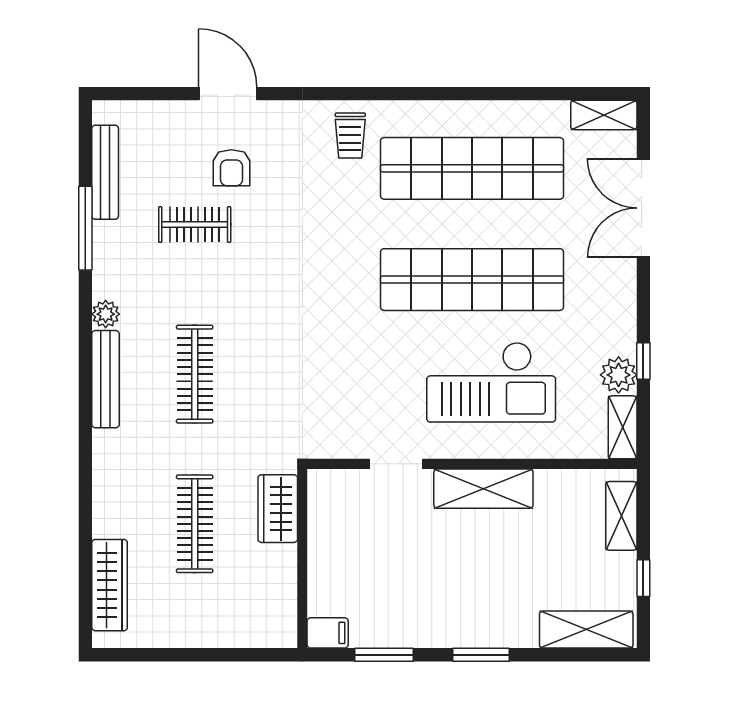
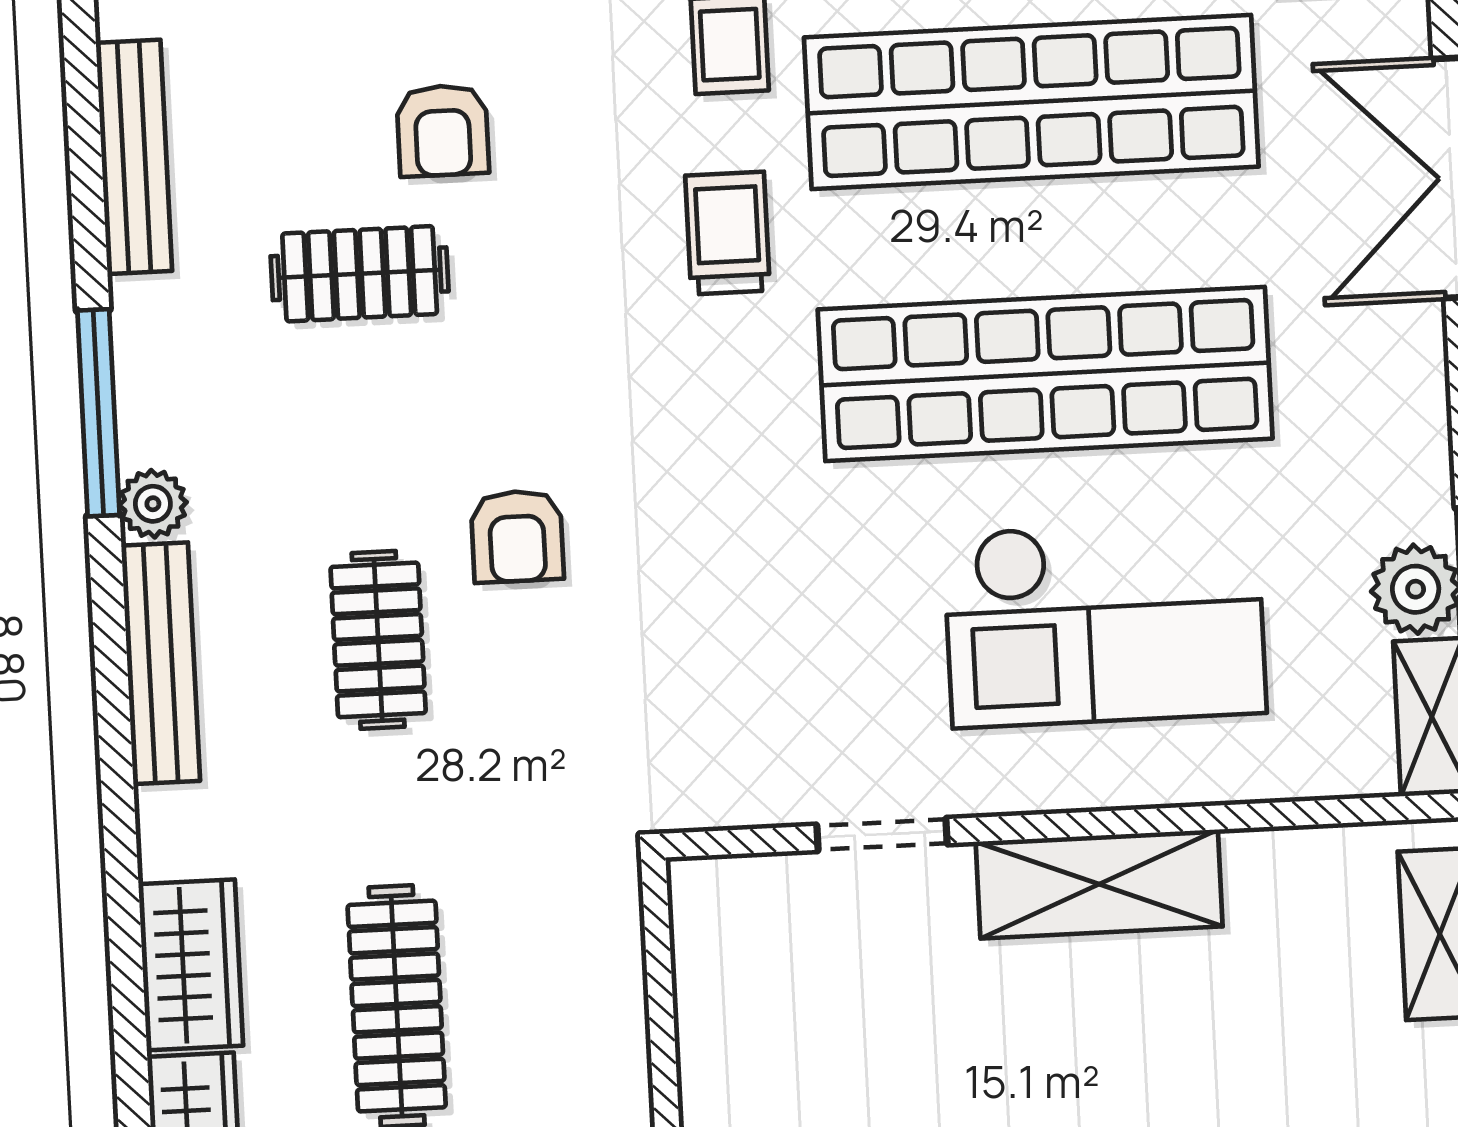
trolley: (345, 216) -> (728, 233), added
window: (85, 228) -> (98, 413), moved
armchair: (253, 335) -> (517, 536), added
clothes rail: (195, 374) -> (378, 640), width x0.73
wardrobe: (278, 509) -> (191, 965), moved, turned 180

